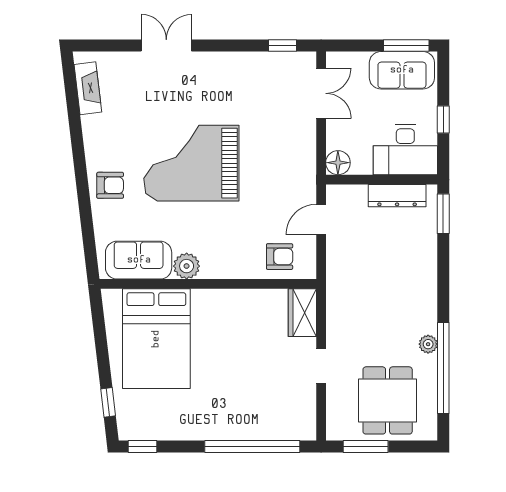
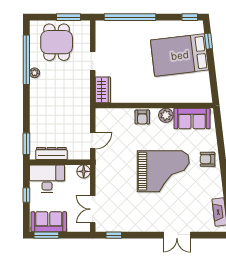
armchair: (280, 257) -> (142, 117), moved, turned -90
bed: (156, 339) -> (180, 55), moved, turned -97

